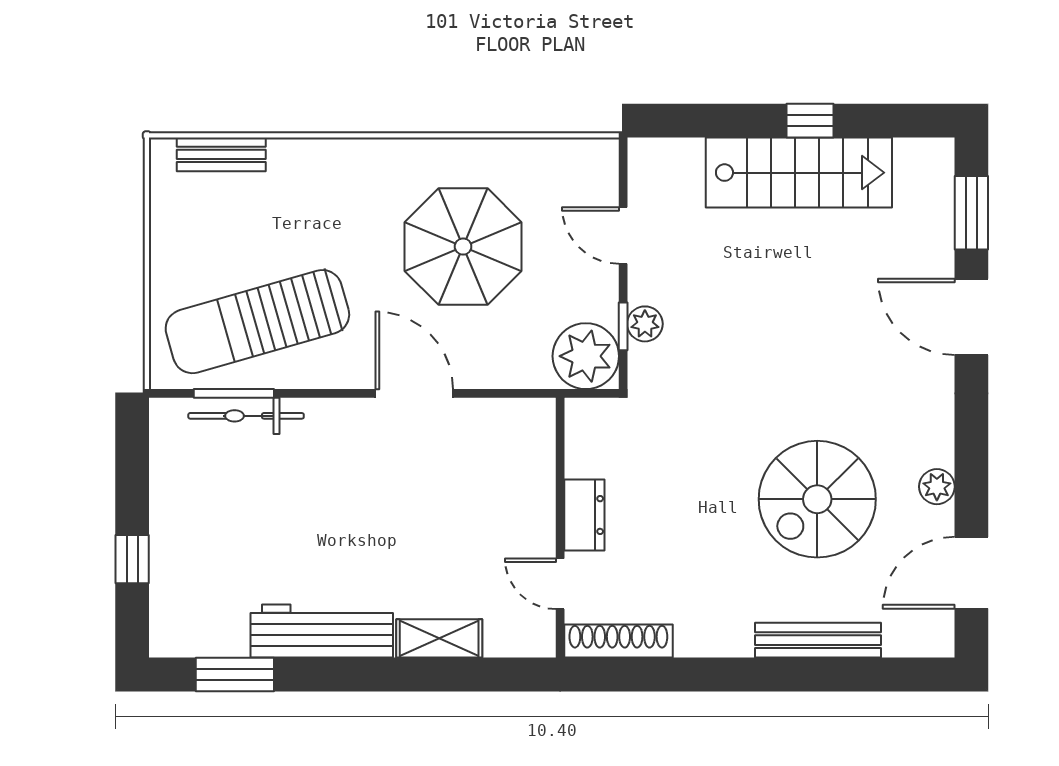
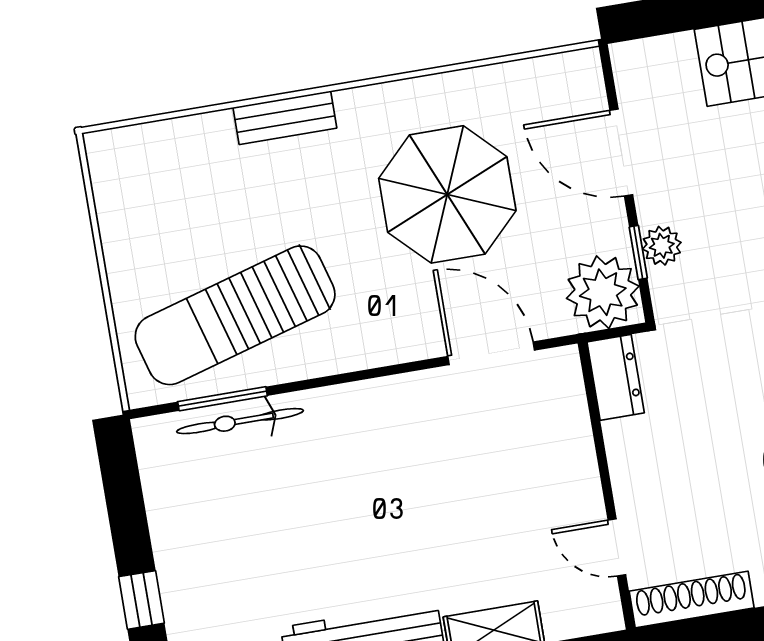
bench: (221, 154) -> (285, 118), moved
door: (623, 235) -> (621, 152), width x1.38
door: (414, 393) -> (491, 353), moved
dresser: (584, 515) -> (616, 377), moved

